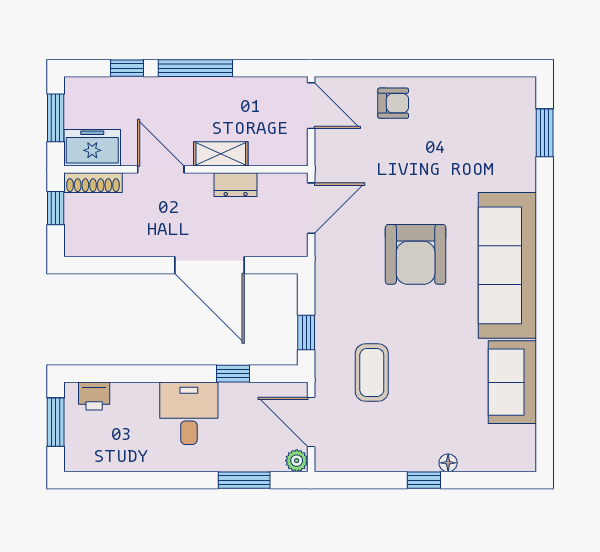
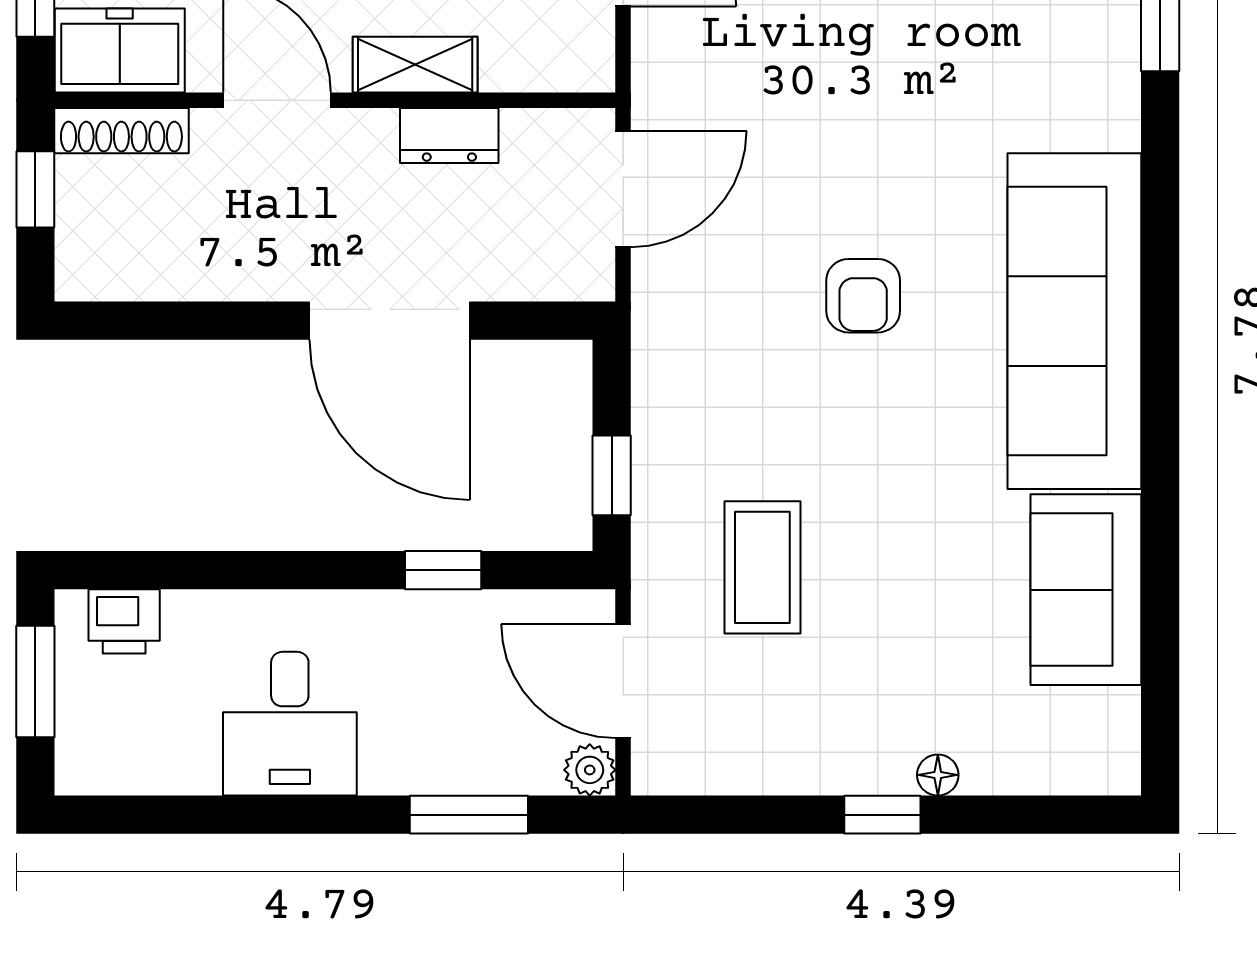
armchair: (416, 254) -> (863, 296), width x0.53, depth x0.53
desk: (189, 413) -> (290, 724), moved, turned 180

